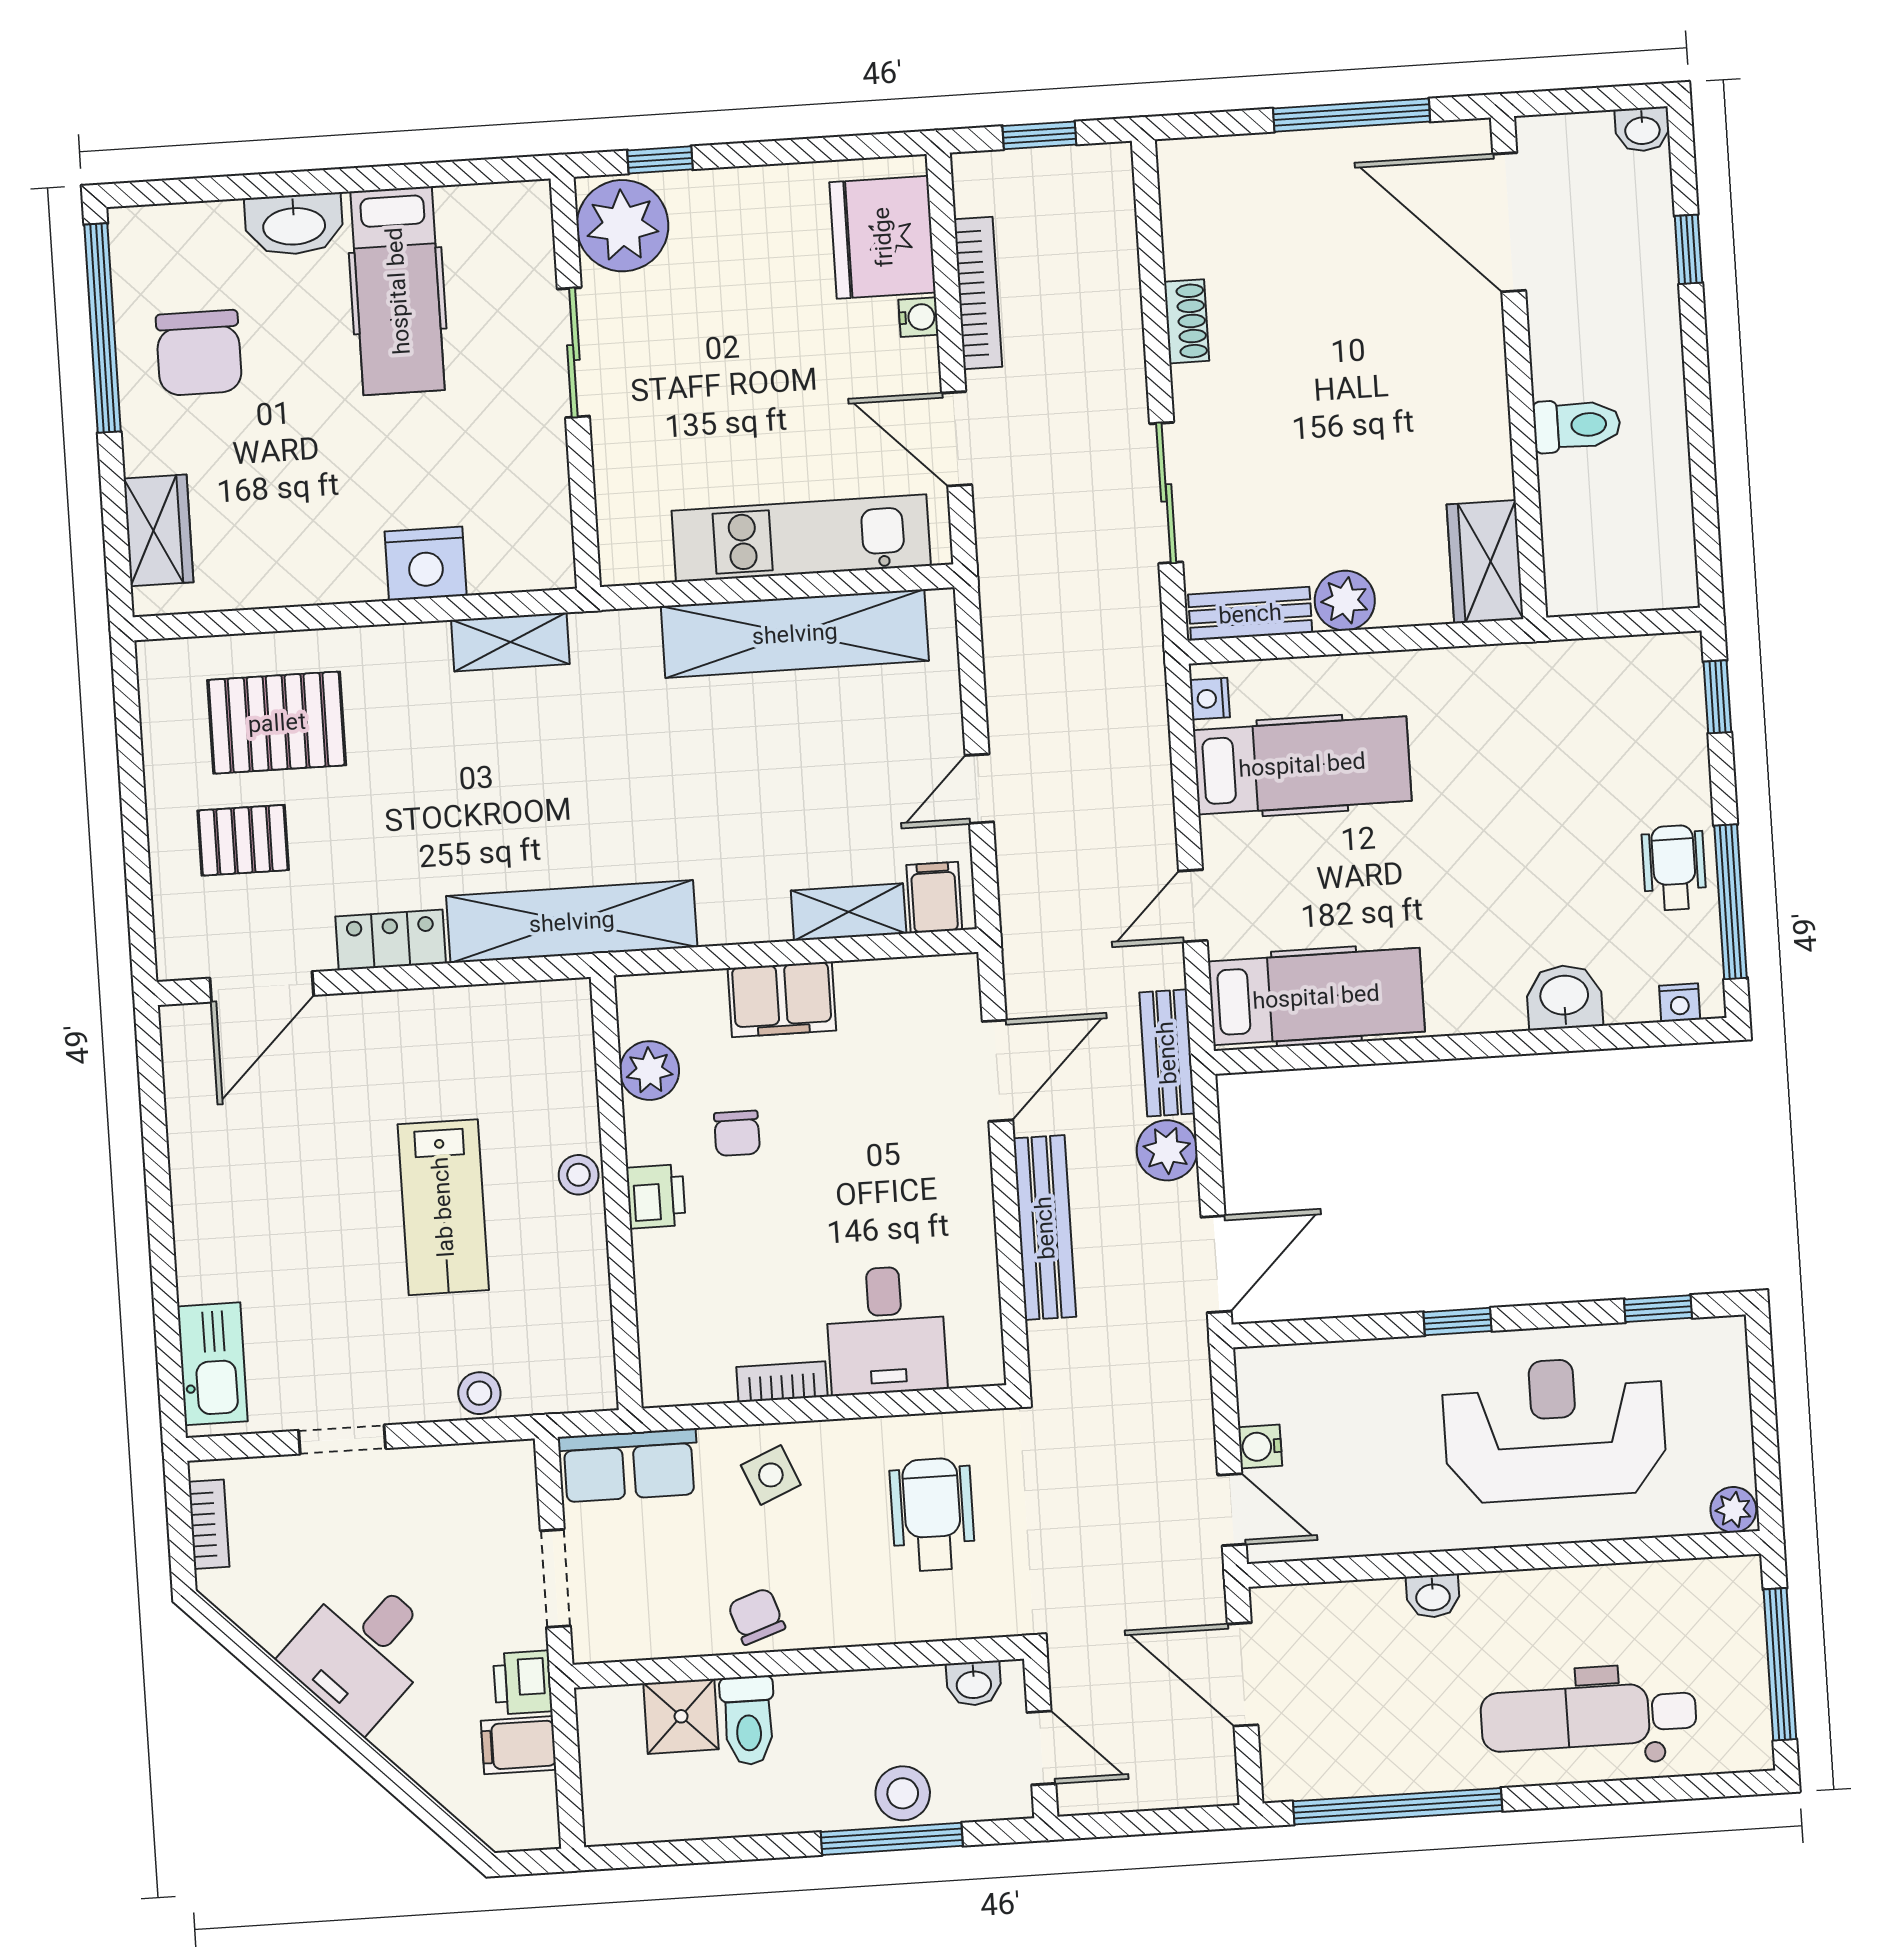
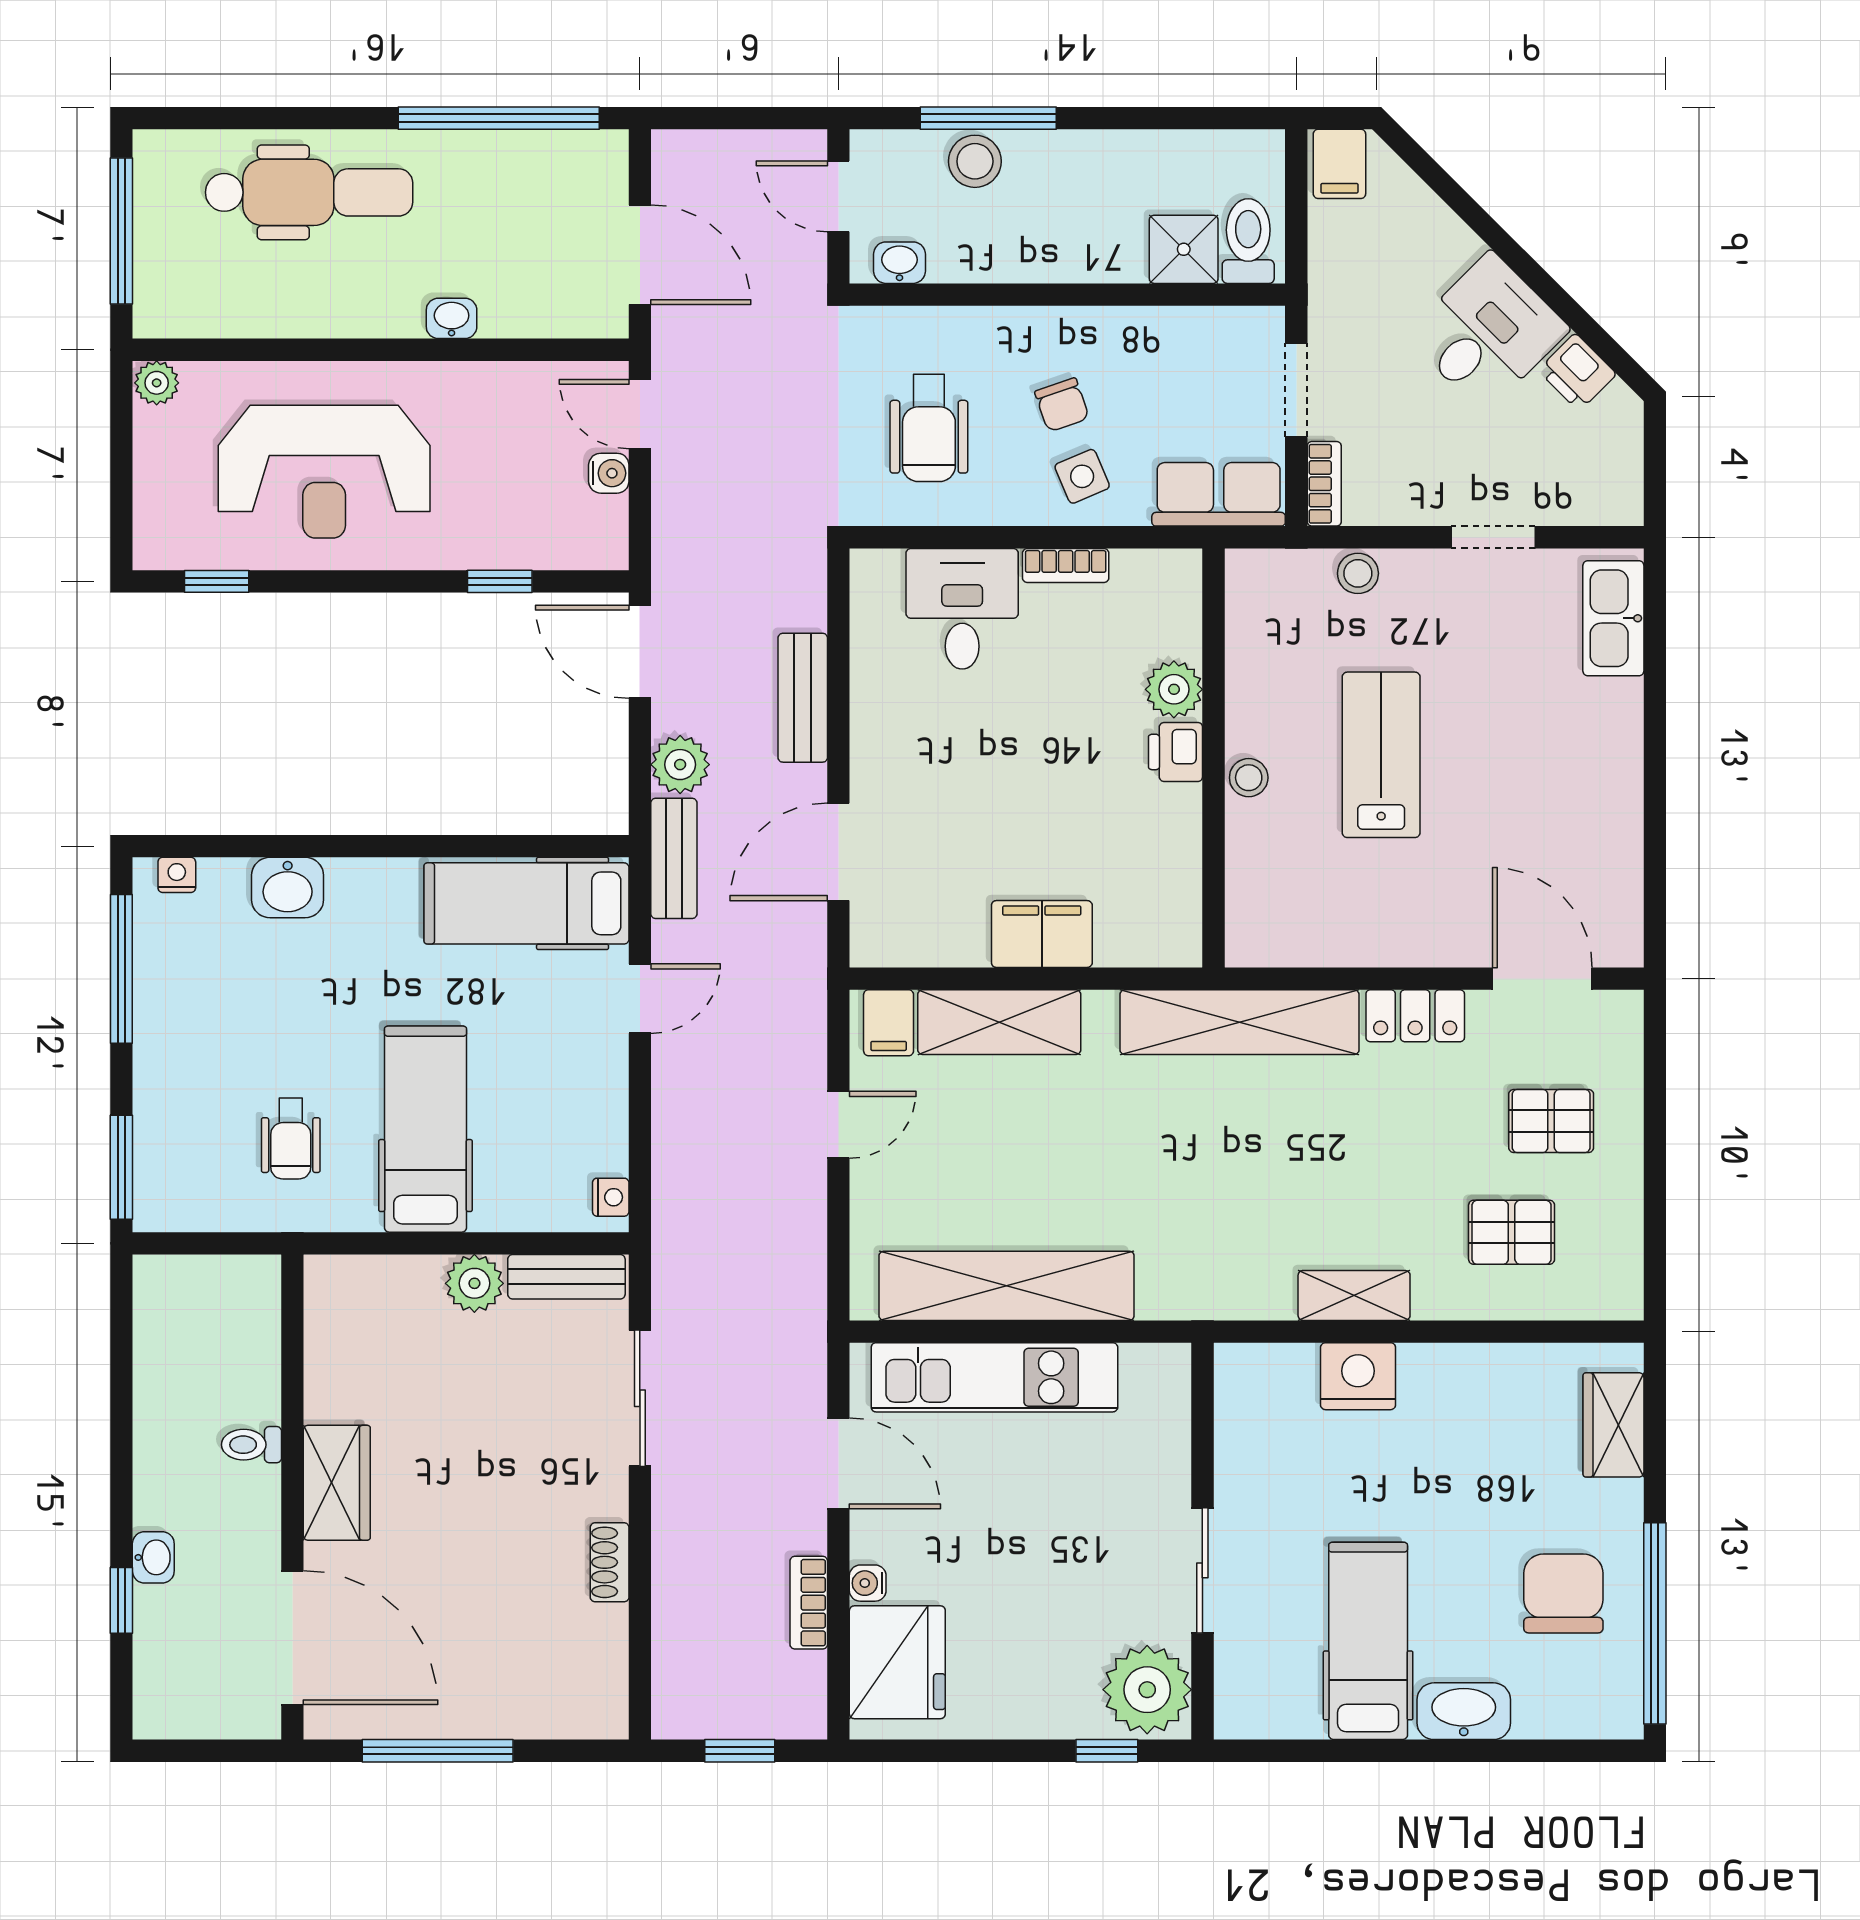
washbasin: (1642, 129) -> (153, 1557), moved, turned 90
bookcase: (978, 293) -> (809, 1603), width x0.64
toilet: (1577, 425) -> (251, 1445), width x0.73, depth x0.72
wardrobe: (1485, 562) -> (337, 1483), moved
shelving: (510, 642) -> (1354, 1295), moved
window: (1717, 697) -> (121, 1167), width x1.50
pallet: (277, 723) -> (1512, 1232), width x0.67, depth x0.71
hospital bed: (1302, 765) -> (425, 1129), moved, turned 90
wheelchair: (1674, 868) -> (291, 1139), moved
shelving: (849, 912) -> (999, 1022), width x1.50, depth x1.33
door: (262, 987) -> (1542, 979), hinge flipped
plant: (649, 1071) -> (1174, 689), moved
chair: (737, 1133) -> (1094, 808), removed
bench: (1045, 1228) -> (803, 698), width x0.73
door: (1216, 1264) -> (640, 652), hinge flipped
window: (1458, 1322) -> (500, 581), moved
bookcase: (209, 1524) -> (1324, 484), moved, turned 180
chair: (756, 1616) -> (1062, 405), moved
printer: (523, 1683) -> (1577, 372), moved, turned 135
toilet: (748, 1721) -> (1248, 241), moved
filing cabinet: (519, 1745) -> (1339, 164), moved, turned 90

